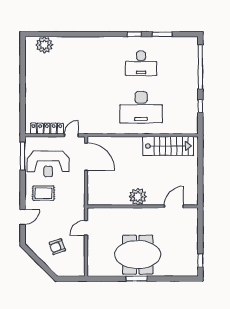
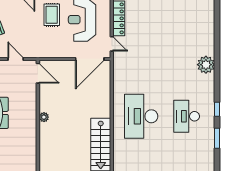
plant: (44, 45) -> (206, 65), moved
plant: (138, 197) -> (44, 117), width x0.53, depth x0.53
door: (174, 206) -> (38, 73), moved

